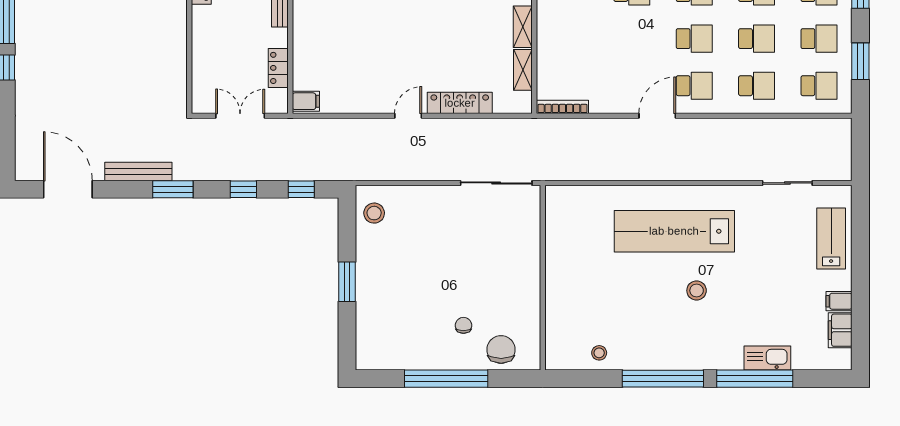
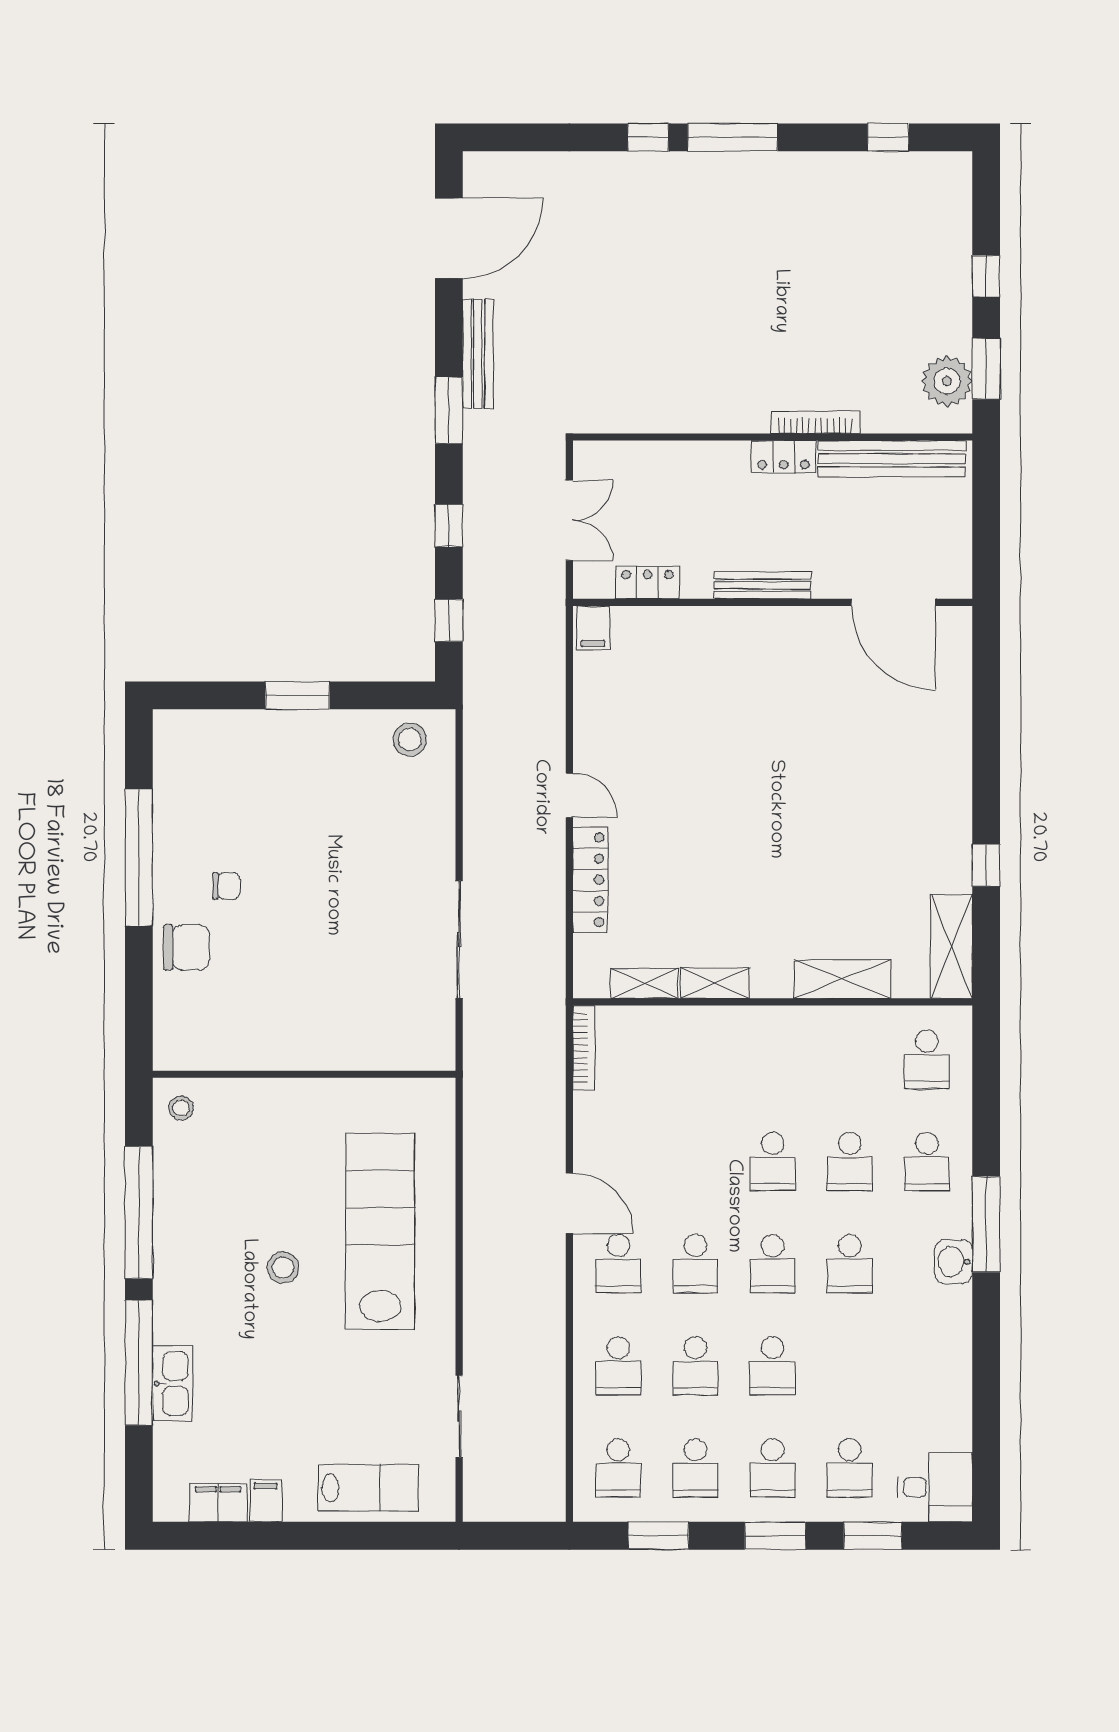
wall: (543, 278) -> (304, 1074), moved

